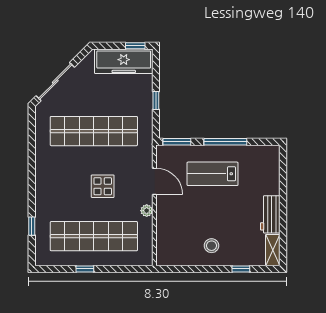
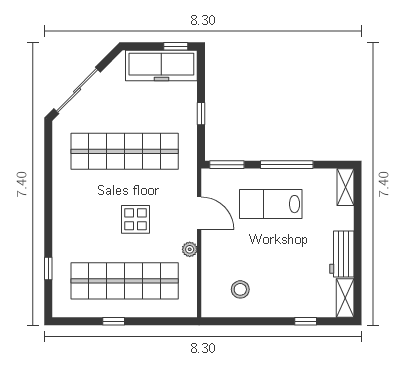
shelving: (273, 160) -> (345, 187), added
stool: (212, 246) -> (240, 289), moved

